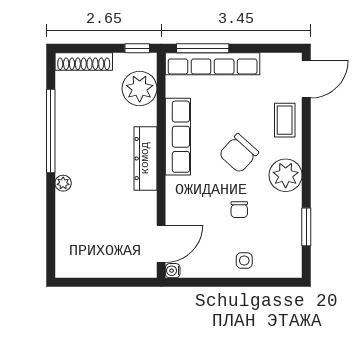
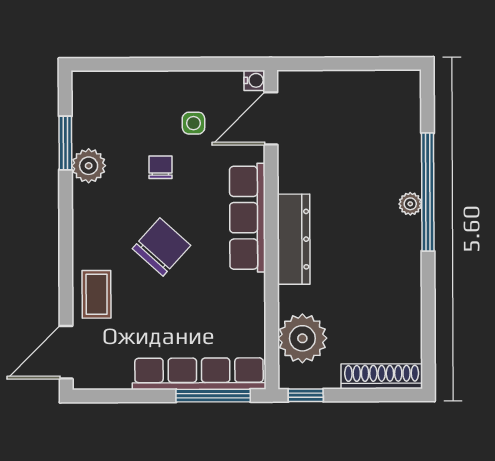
window: (51, 131) -> (428, 192), moved
row of seats: (178, 137) -> (247, 218), moved
plant: (286, 175) -> (89, 166), moved, width x0.73, depth x0.73
side table: (244, 261) -> (193, 123), moved

